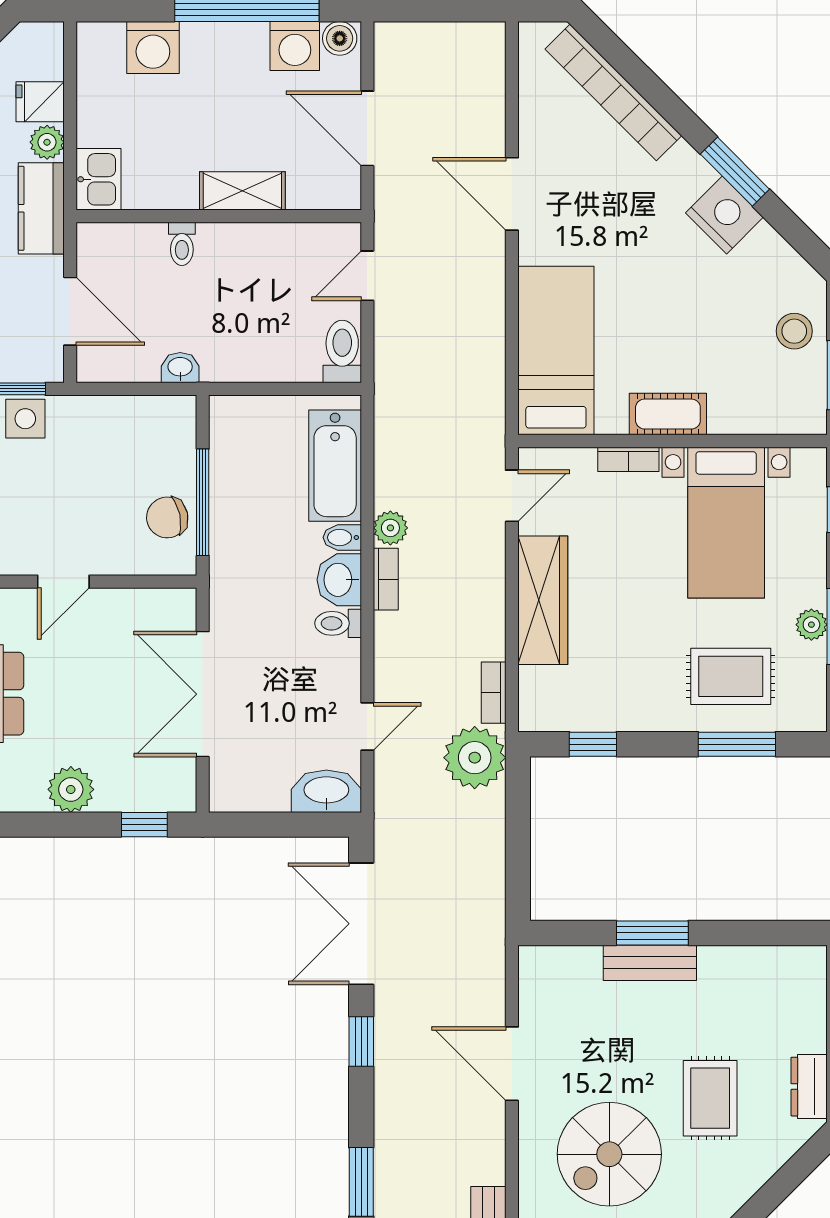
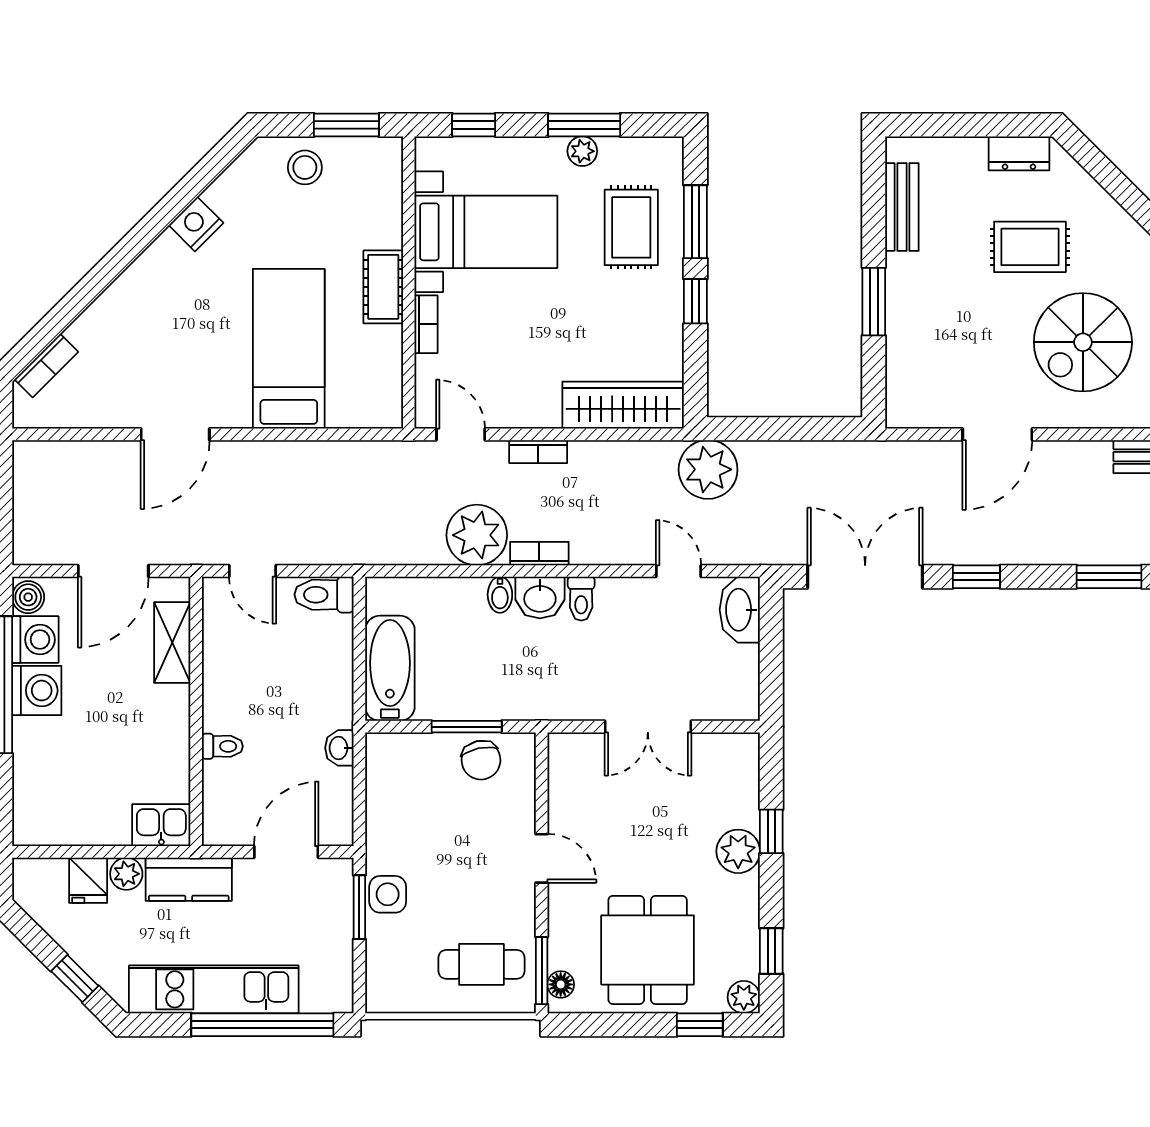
washing machine: (153, 47) -> (37, 691), moved
bookcase: (613, 92) -> (46, 366), width x0.43, depth x0.76
window: (735, 172) -> (154, 223), removed
shelving: (242, 191) -> (172, 643), moved
nightstand: (724, 215) -> (196, 224), width x0.74, depth x0.75
bed: (556, 351) -> (289, 349), moved, turned 90
bathtub: (335, 466) -> (390, 668), moved, turned -90
window: (203, 502) -> (467, 727), width x0.69
plant: (390, 528) -> (477, 535), width x1.88, depth x1.88
wardrobe: (543, 600) -> (623, 405), moved
bookcase: (494, 693) -> (538, 452), moved
double door: (203, 694) -> (648, 727), width x0.73
window: (593, 744) -> (695, 301), moved
window: (144, 825) -> (771, 831), moved
double door: (361, 924) -> (865, 577), swing flipped
bench: (650, 963) -> (902, 207), moved
spiral stairs: (609, 1154) -> (1083, 342), turned 90

